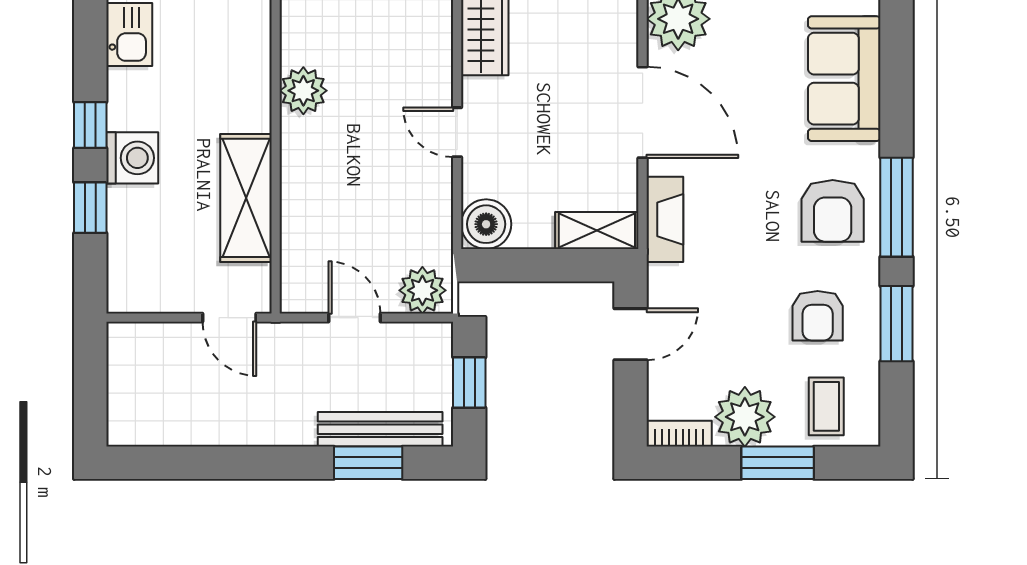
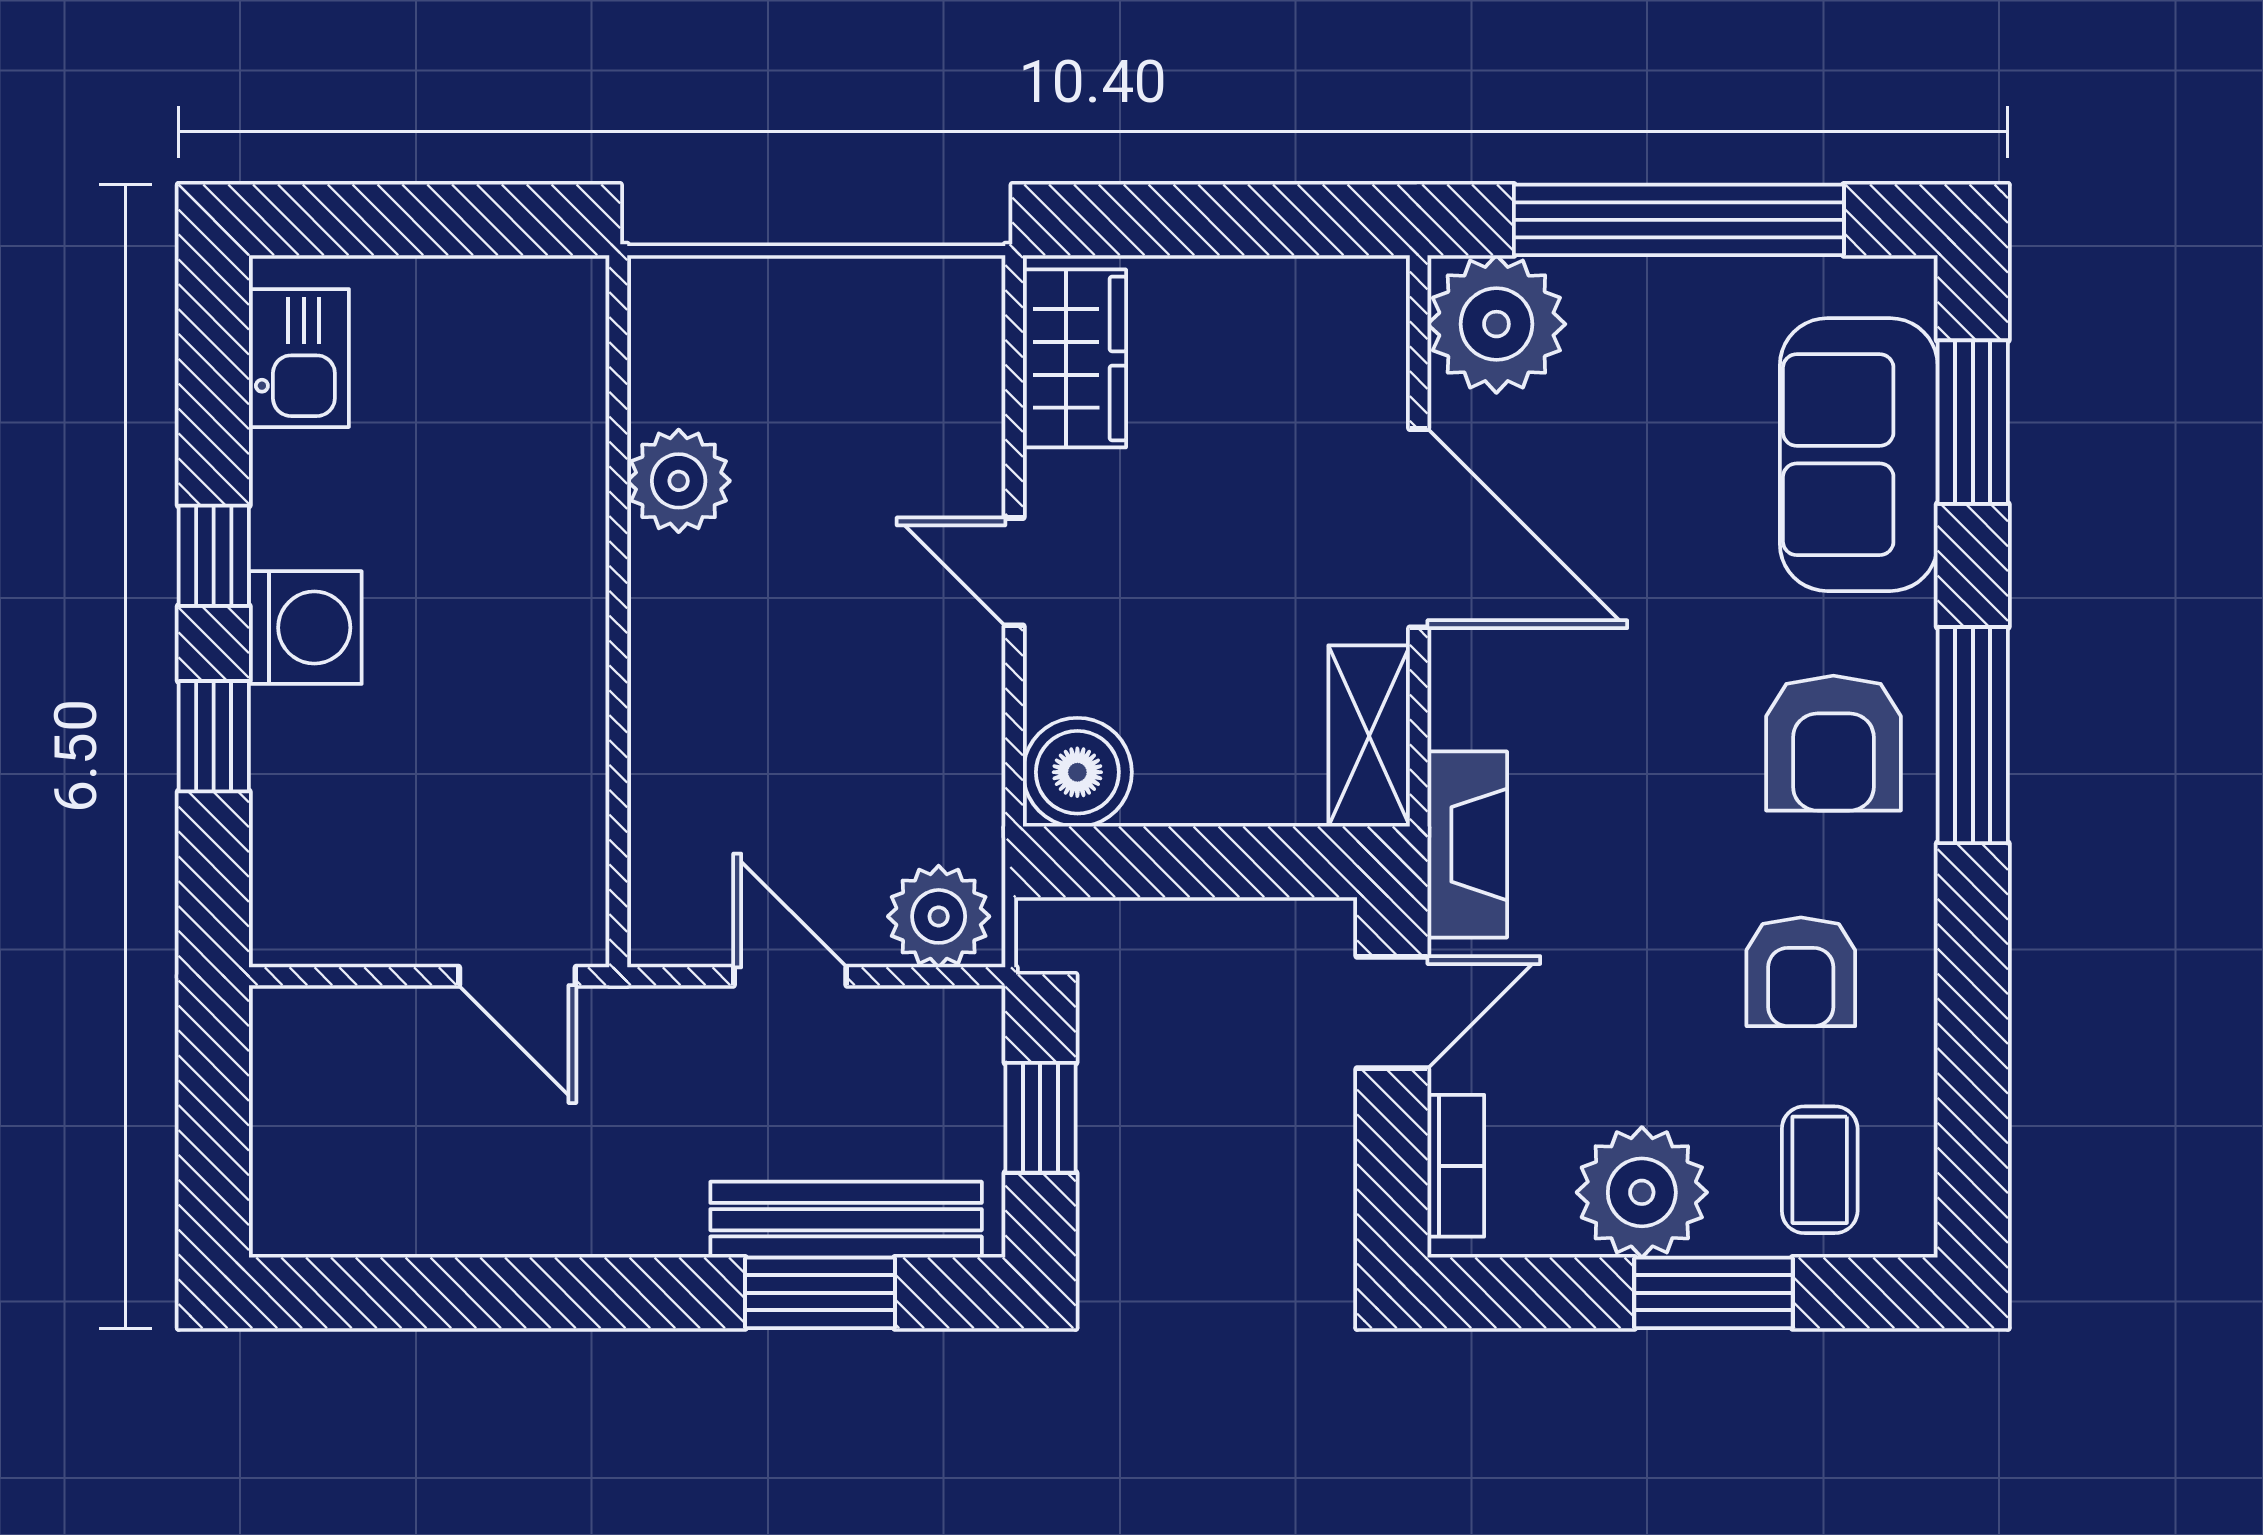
shelving: (246, 198) -> (554, 715), removed
fireplace: (665, 219) -> (1467, 844), moved
shelving: (597, 230) -> (1369, 736), moved, turned 90
window: (896, 324) -> (1973, 422), moved
bookcase: (679, 434) -> (1456, 1166), moved, turned 90

